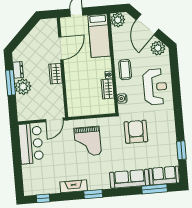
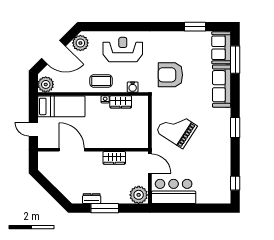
wardrobe: (56, 74) -> (114, 158), moved
plant: (23, 87) -> (139, 195), moved
grand piano: (88, 141) -> (177, 129), turned -147
fireplace: (74, 186) -> (225, 148), removed

